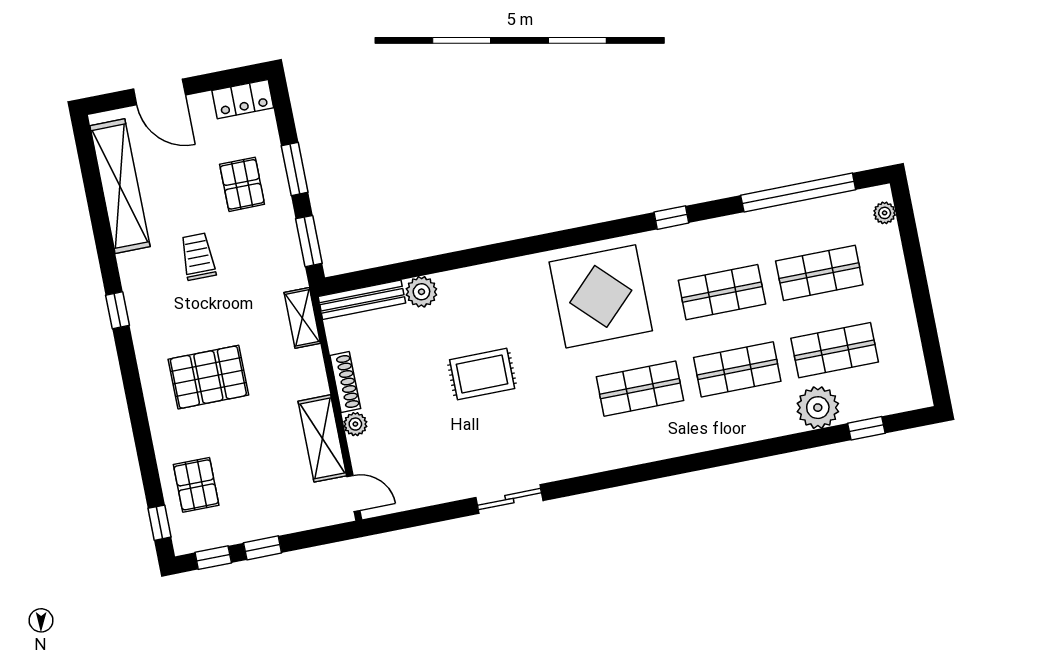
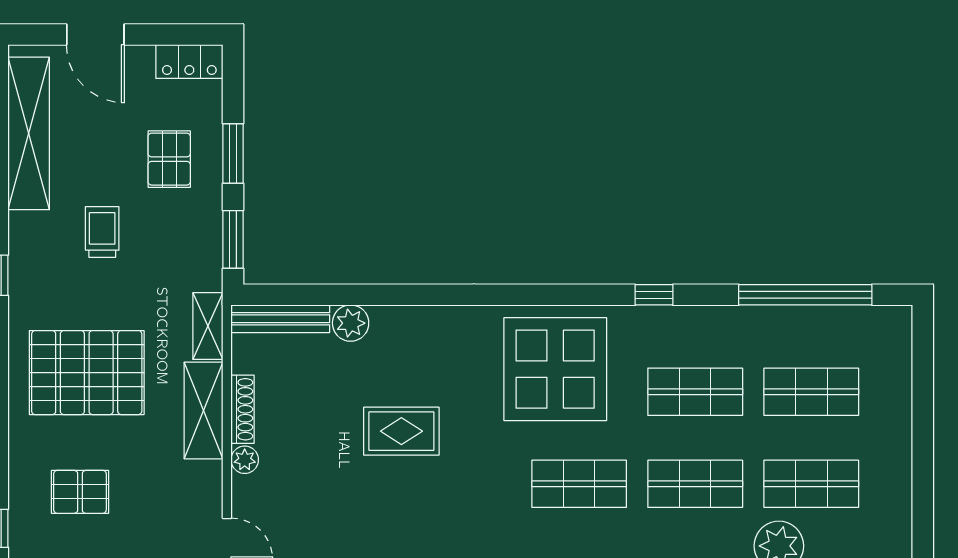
plant: (885, 213) -> (900, 338), removed
pallet: (208, 377) -> (87, 373), width x1.37, depth x1.41
shelving: (322, 438) -> (204, 410), moved
pallet: (196, 485) -> (80, 492), moved, turned 90

